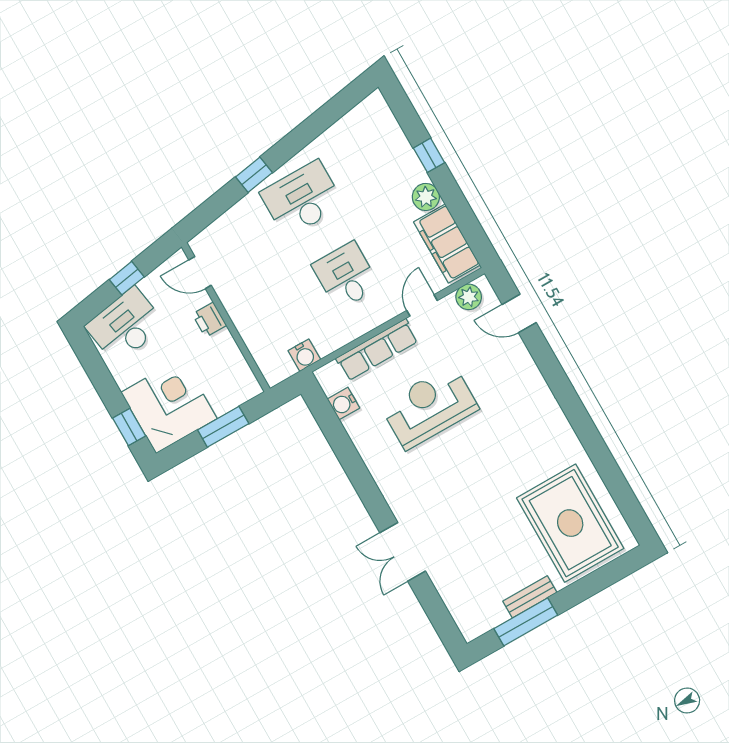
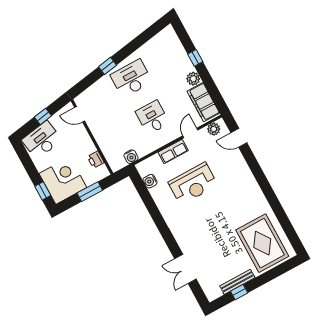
printer: (209, 320) -> (96, 160), moved
row of seats: (377, 350) -> (173, 151), width x0.68
reception desk: (429, 407) -> (193, 184), turned 180
double door: (403, 552) -> (185, 269), moved
bench: (530, 597) -> (237, 282), width x1.36
window: (526, 622) -> (239, 292), width x0.46

